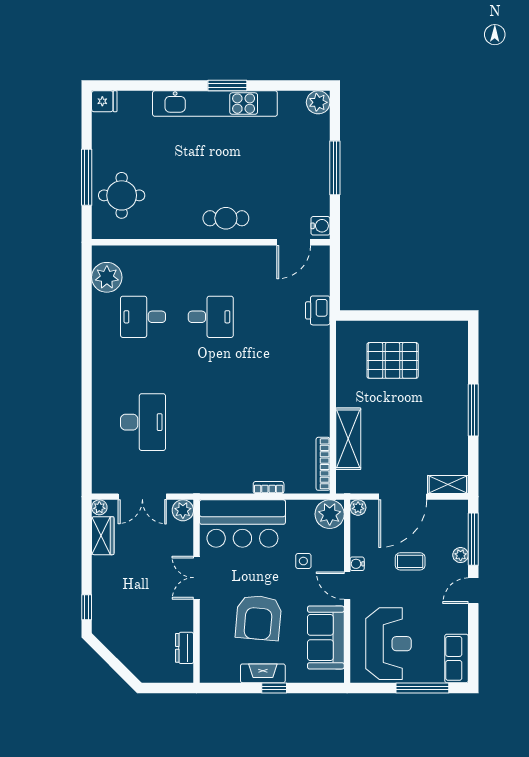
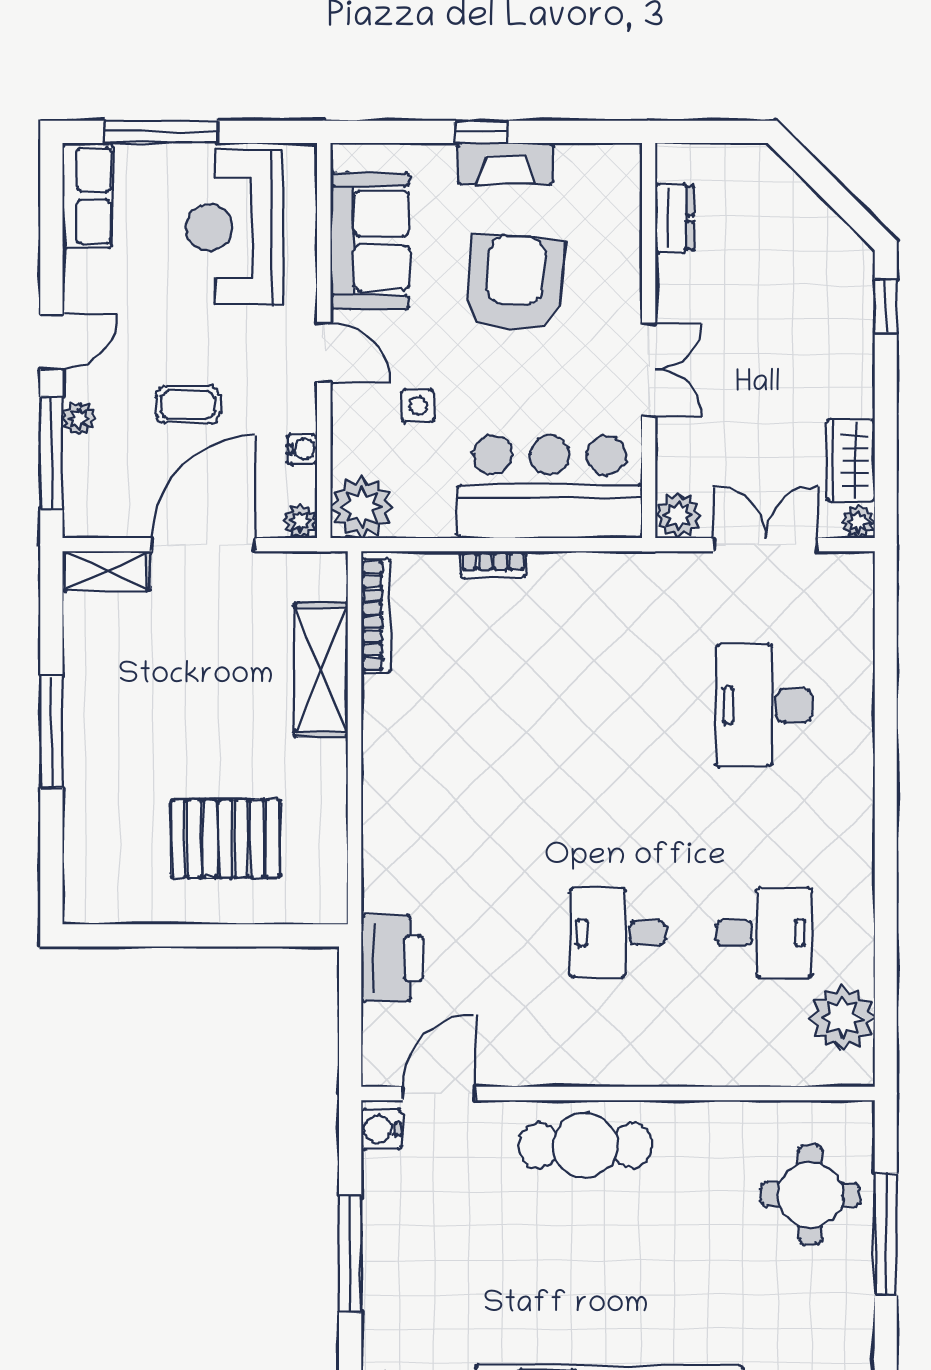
cafe table: (226, 218) -> (585, 1145), width x1.37, depth x1.35
printer: (318, 310) -> (392, 958), width x1.37, depth x1.19
water cooler: (357, 564) -> (302, 449), moved

